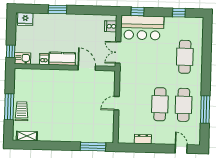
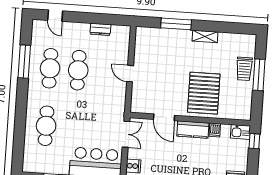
pallet: (55, 90) -> (204, 93), added
door: (117, 103) -> (130, 74), swing flipped
shelving: (27, 136) -> (205, 36), moved
window: (93, 147) -> (176, 24), moved

